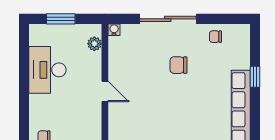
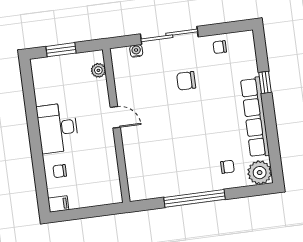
water cooler: (114, 30) -> (136, 51), moved
desk: (47, 70) -> (58, 128), moved

